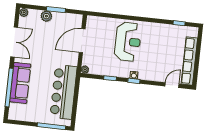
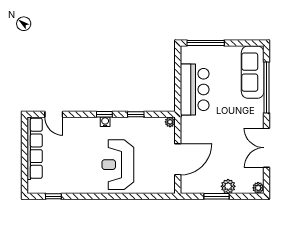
sofa: (20, 83) -> (253, 72), moved
door: (172, 85) -> (54, 114), hinge flipped
bar counter: (64, 92) -> (195, 90), width x0.73

